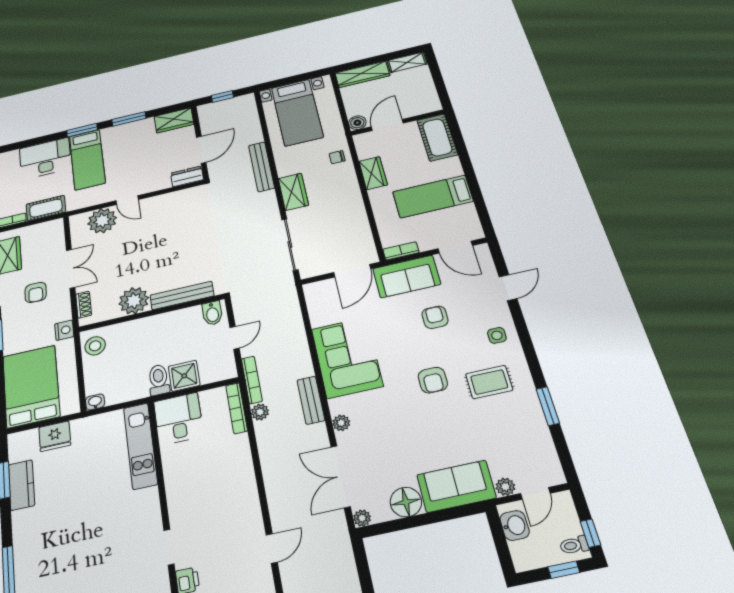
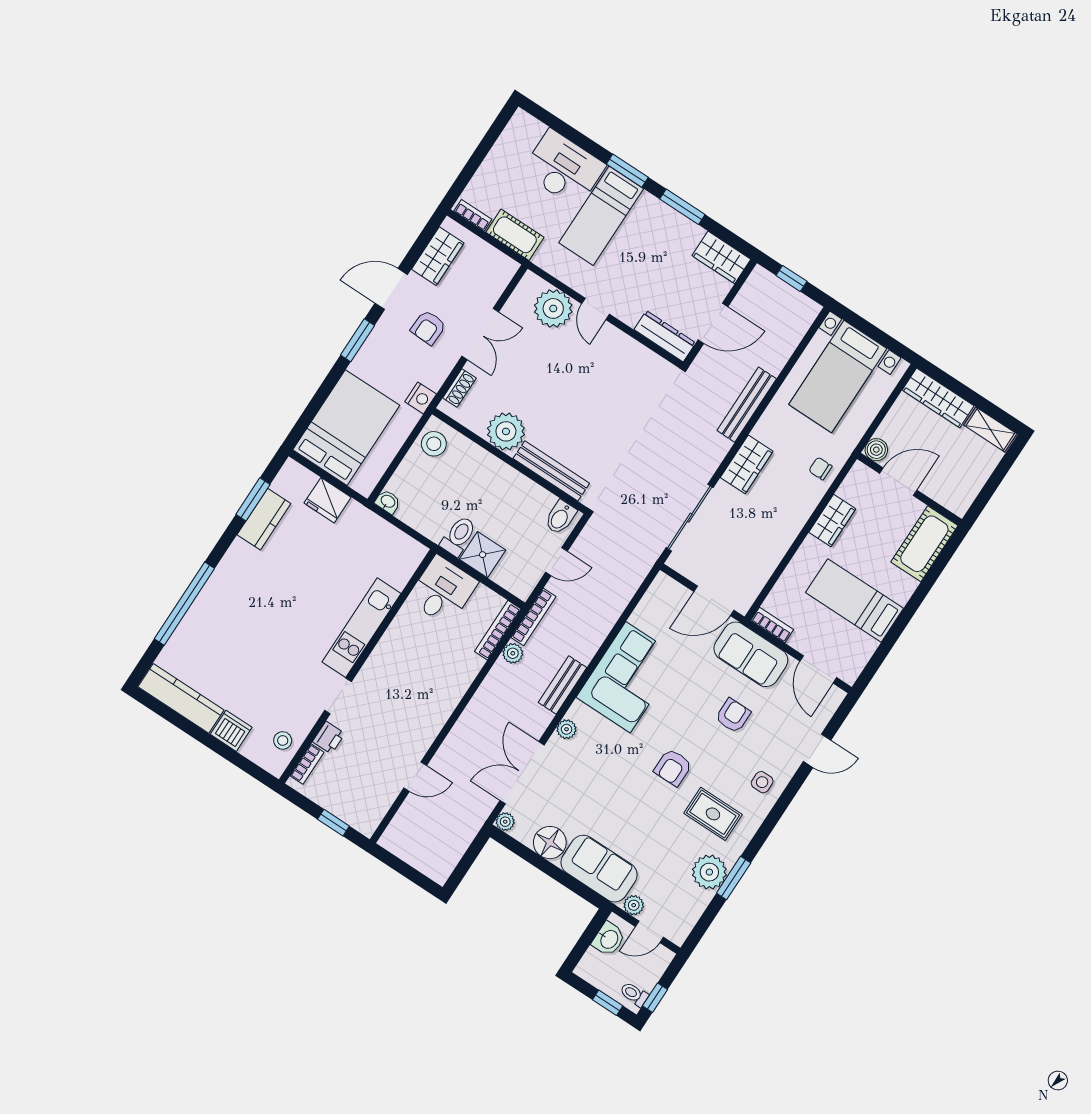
dresser: (187, 176) -> (665, 336), width x1.44
plant: (529, 418) -> (709, 872), added
kitchen unit: (140, 446) -> (361, 628), moved

